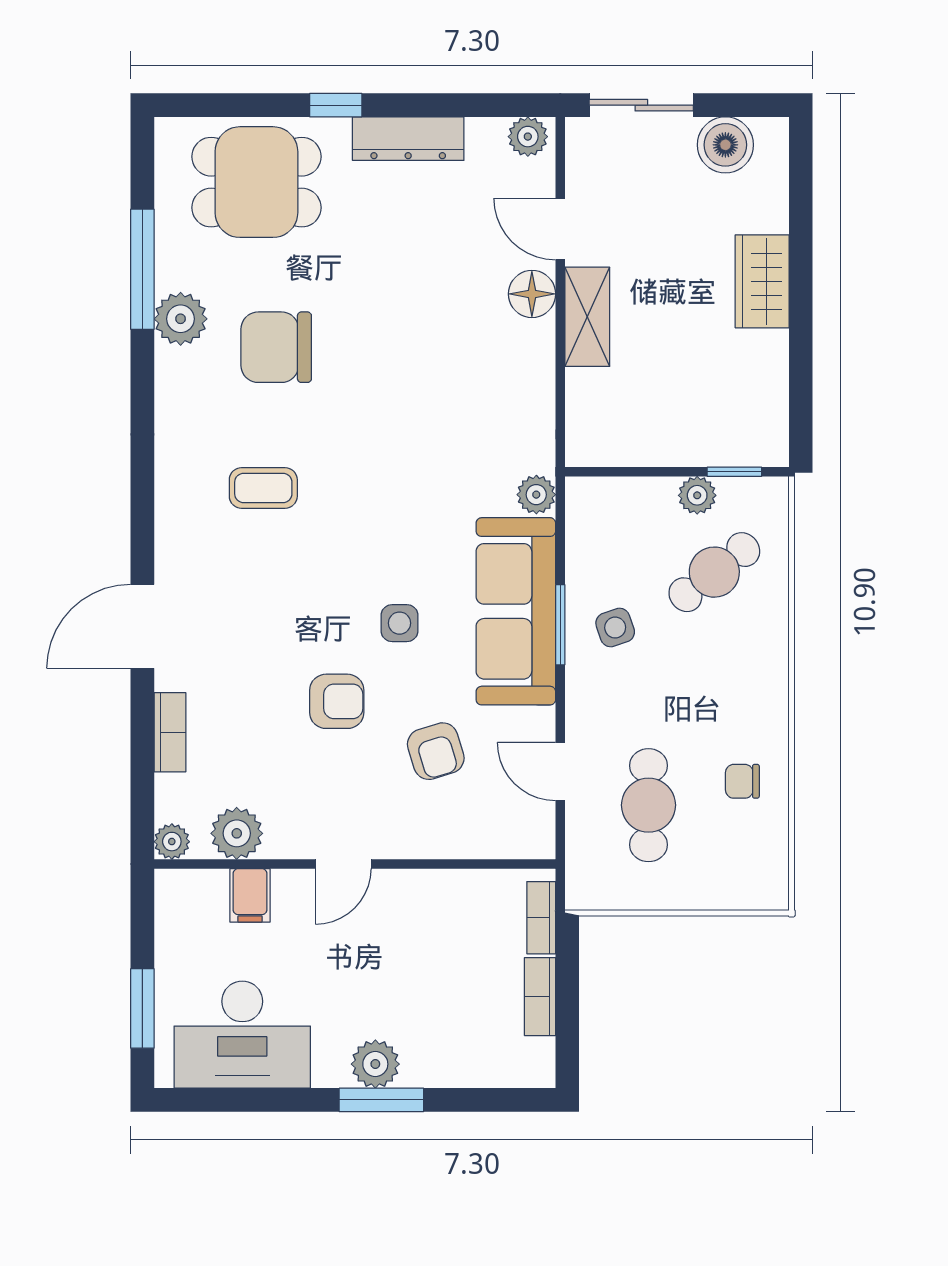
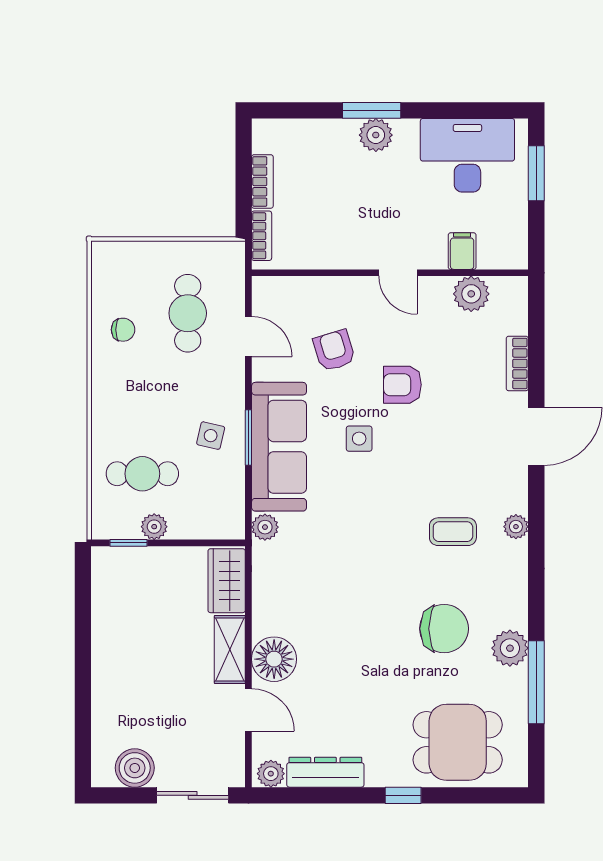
dresser: (408, 139) -> (325, 772), moved
wardrobe: (762, 281) -> (227, 581), moved, turned 180
floor lamp: (532, 294) -> (274, 659), width x1.38, depth x1.38
cafe table: (714, 572) -> (142, 474), turned 38
side table: (615, 628) -> (211, 436), turned 32
plant: (172, 842) -> (516, 527), moved
door: (343, 864) -> (398, 273), swing flipped

